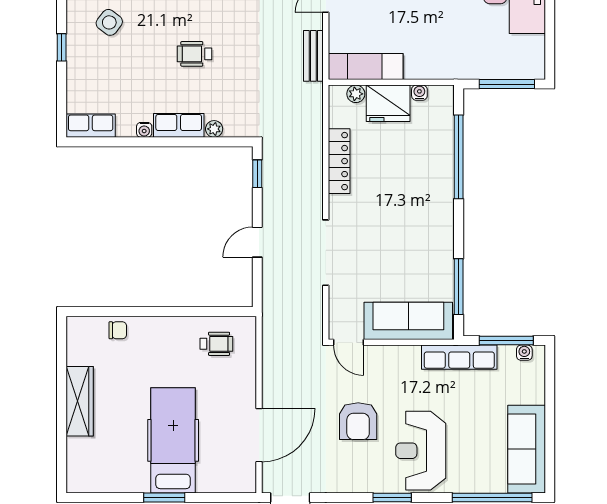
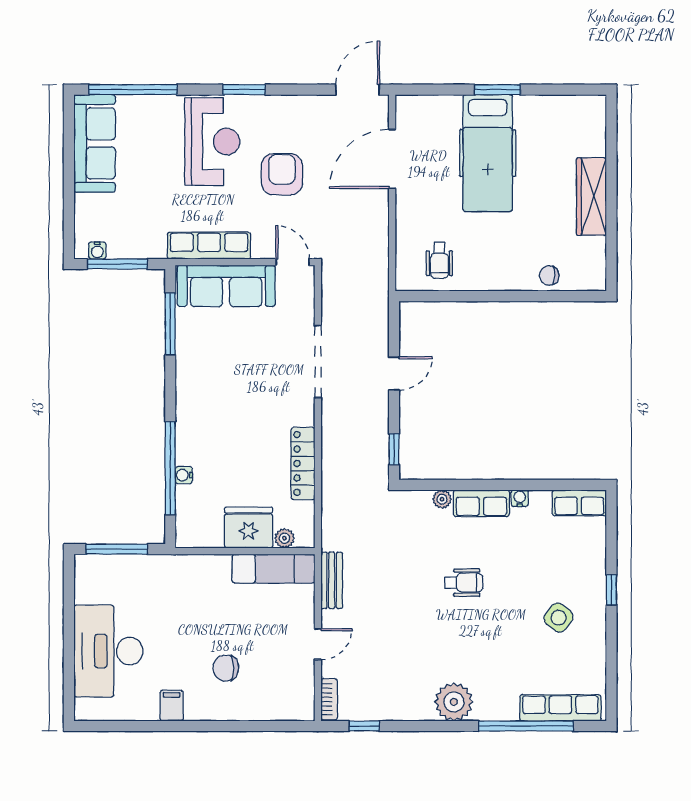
water cooler: (419, 93) -> (184, 475), moved, turned 90
wheelchair: (216, 344) -> (439, 260), turned -90
row of seats: (459, 357) -> (209, 246), moved

